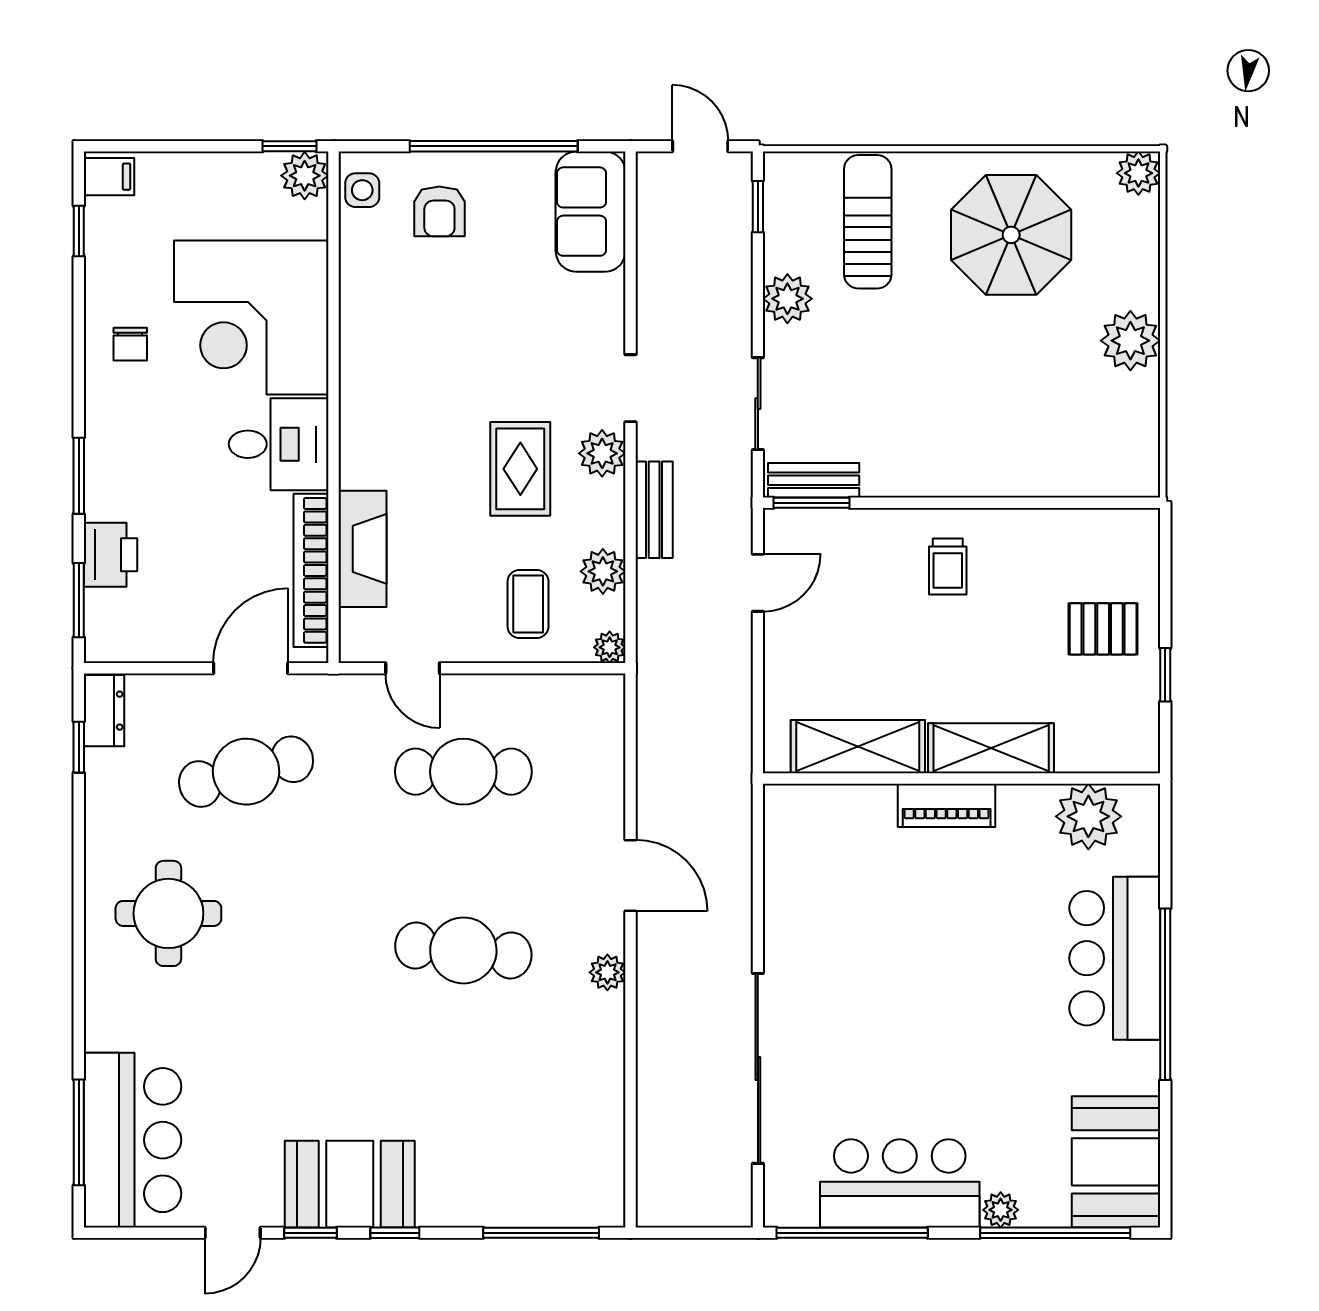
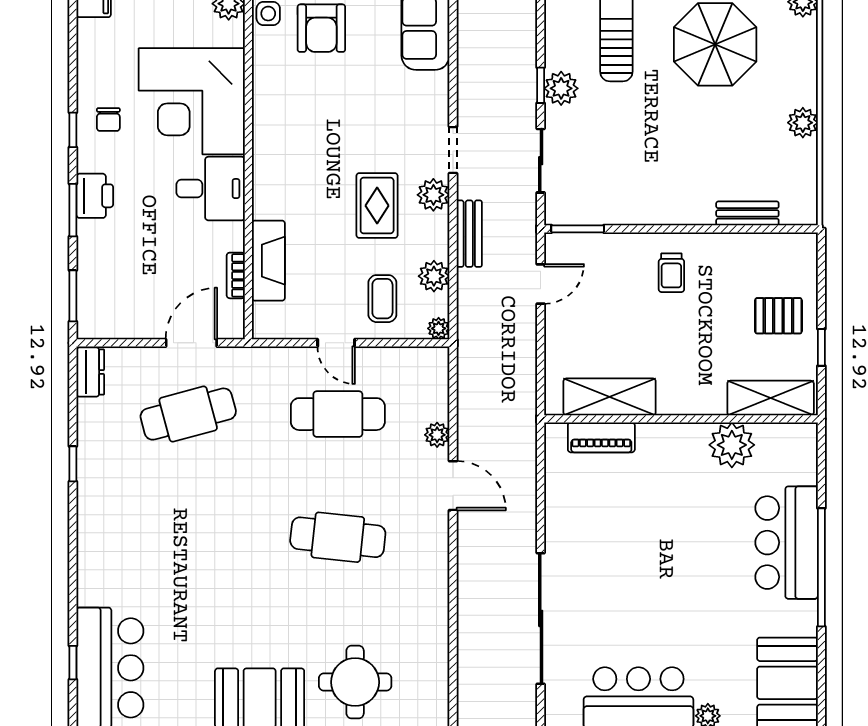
window: (758, 207) -> (541, 85), moved
armchair: (439, 211) -> (321, 28), width x1.38, depth x1.38
window: (79, 231) -> (73, 130), moved
plant: (1130, 341) -> (803, 123), width x0.73, depth x0.73
bench: (814, 480) -> (747, 213), moved
printer: (111, 555) -> (95, 196), moved
bookcase: (311, 570) -> (236, 275), width x0.43, depth x0.76
door: (413, 668) -> (336, 343), moved
window: (79, 747) -> (73, 464), moved
shelving: (991, 748) -> (771, 398), moved
piano: (947, 805) -> (601, 437), moved
plant: (1088, 816) -> (732, 445), moved
round table: (168, 913) -> (355, 682), moved
plant: (607, 972) -> (437, 435), moved
window: (79, 1132) -> (73, 663), width x0.46

